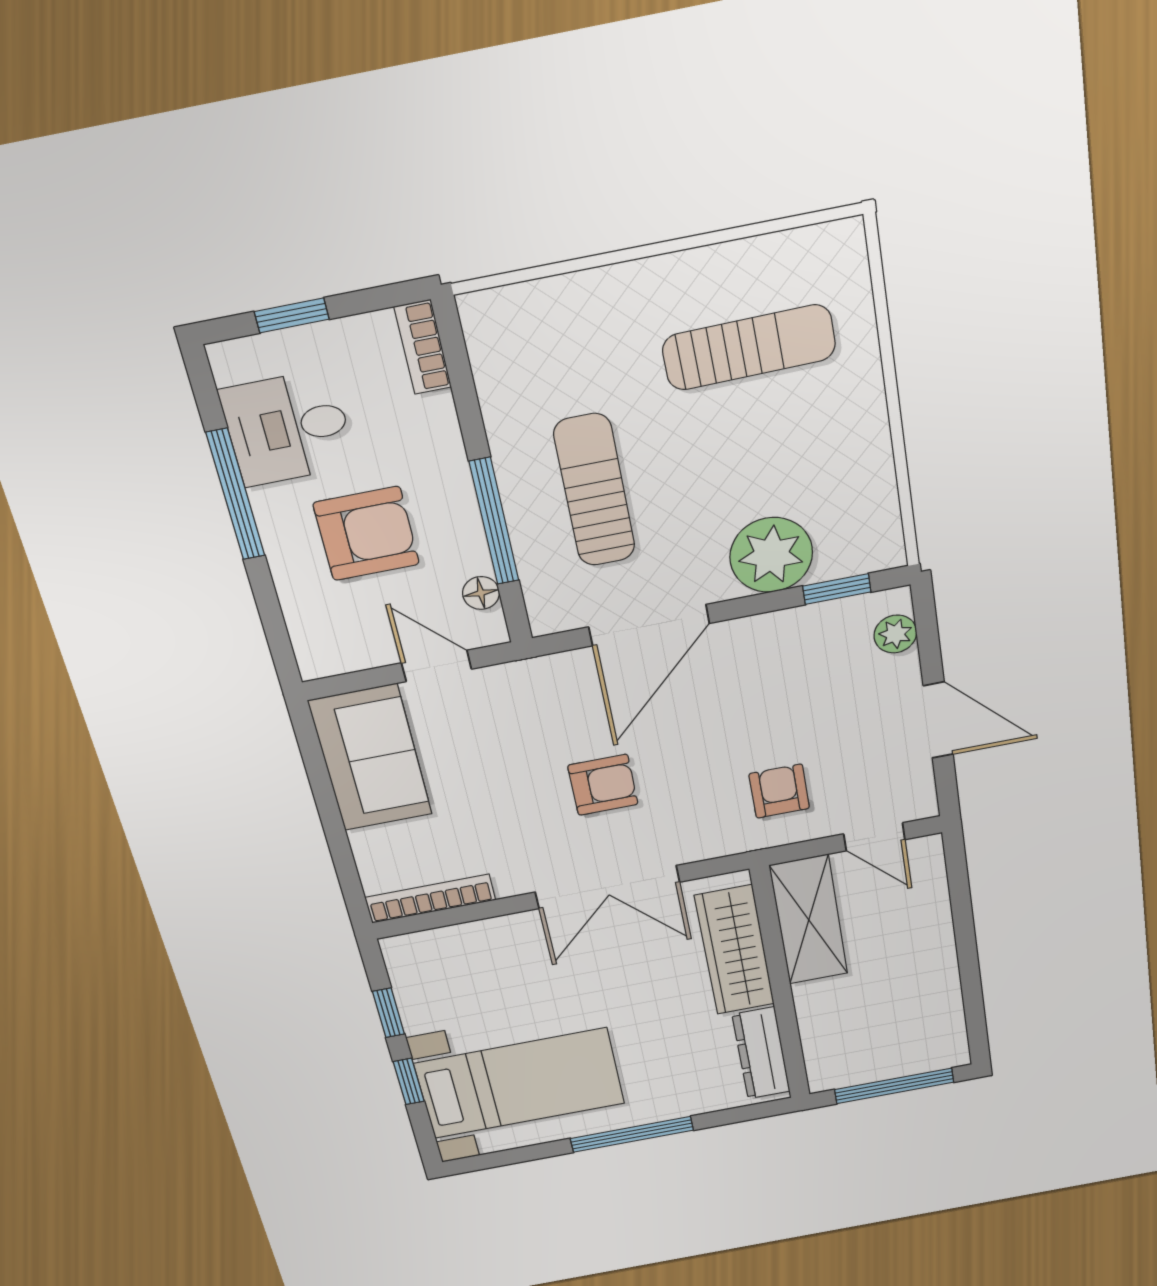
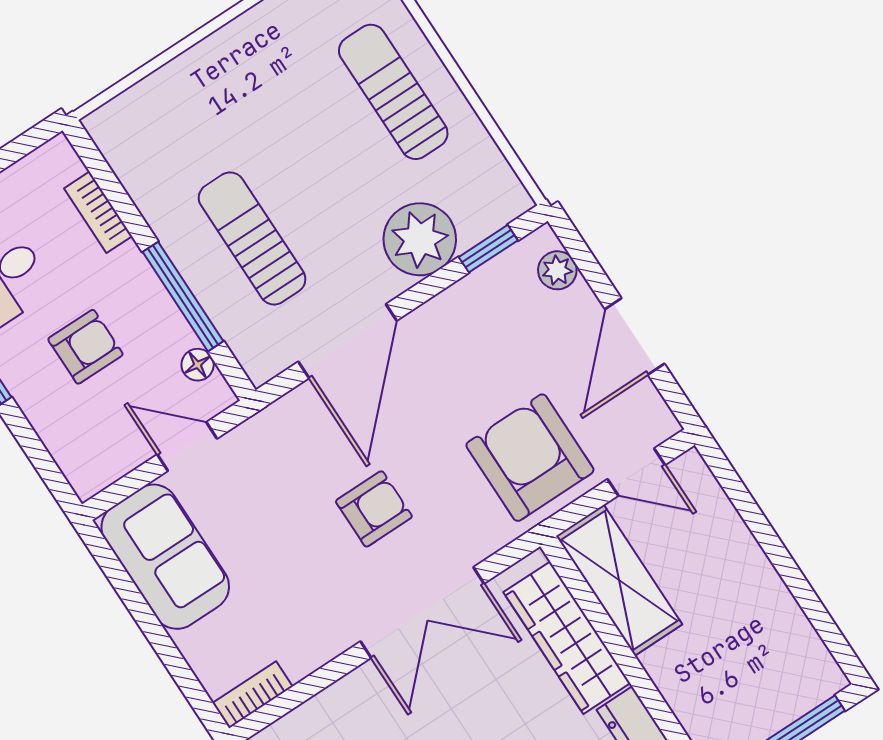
bookcase: (423, 347) -> (98, 212), moved
sun lounger: (749, 347) -> (393, 92), moved, turned -89
armchair: (366, 534) -> (85, 347), width x0.72, depth x0.72
door: (938, 720) -> (635, 336), swing flipped
armchair: (779, 791) -> (530, 458), width x1.88, depth x1.88
bookcase: (430, 899) -> (253, 695), width x0.64

